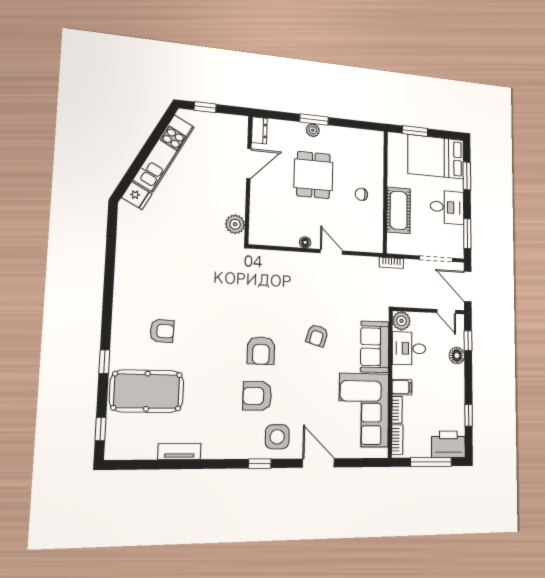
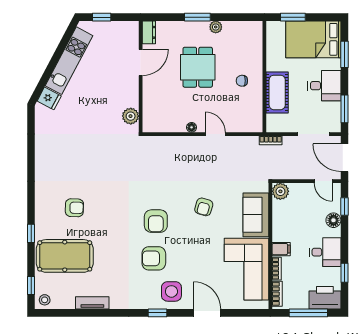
plant: (313, 130) -> (216, 27), moved
desk: (409, 348) -> (325, 252), moved, turned 180
stool: (118, 448) -> (45, 300), added

